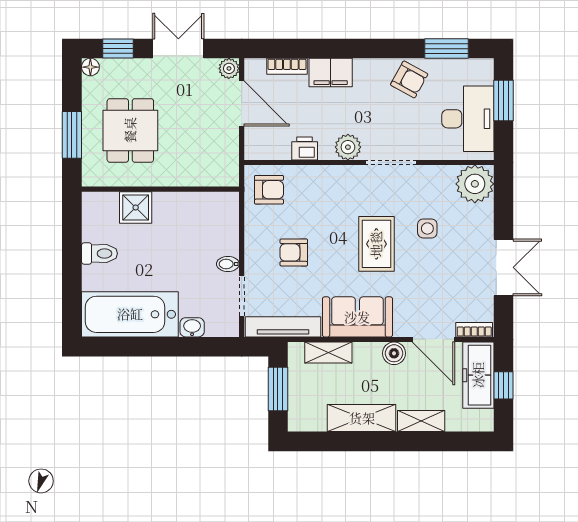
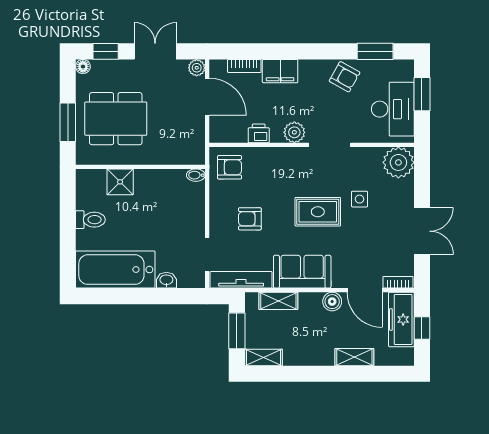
dining table: (130, 130) -> (116, 119), width x1.37
rug: (376, 244) -> (318, 212), turned 90
bidet: (228, 264) -> (196, 175), moved
shelving: (362, 418) -> (264, 357), moved, width x0.67, depth x0.75

